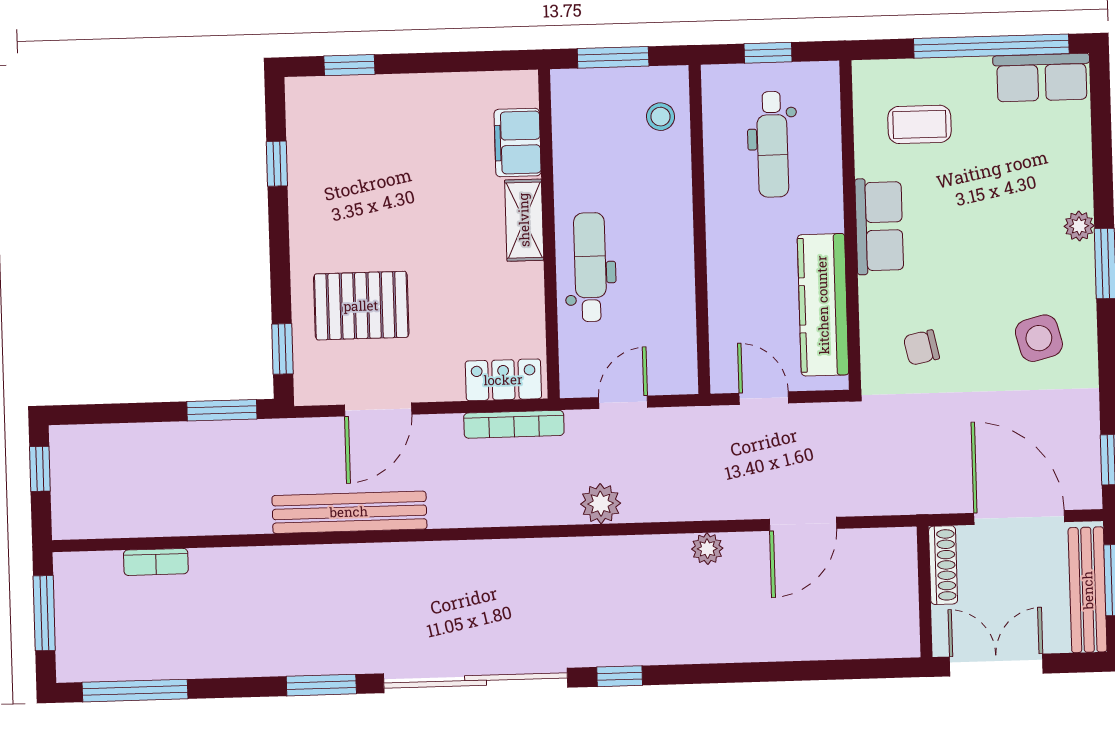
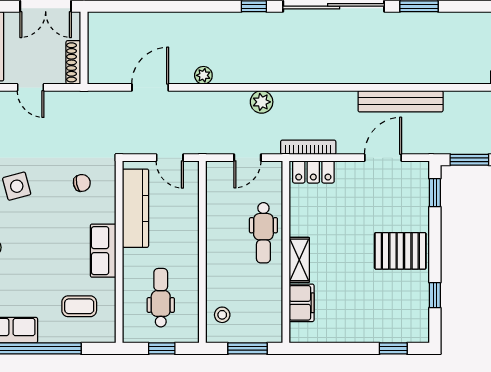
pallet: (361, 306) -> (400, 251), moved
door: (1019, 518) -> (31, 87), width x0.53

